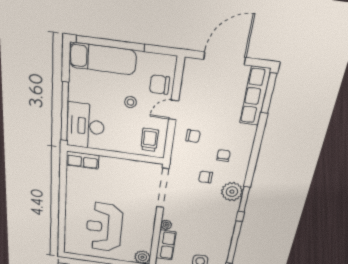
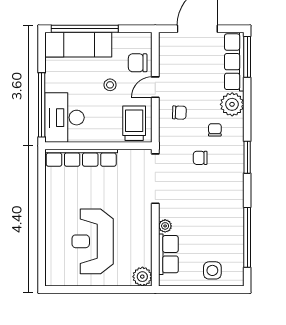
trolley: (150, 140) -> (134, 123), width x1.36, depth x1.39
row of seats: (82, 160) -> (81, 158), width x2.02
plant: (232, 192) -> (232, 104), moved
window: (244, 199) -> (247, 157), moved

